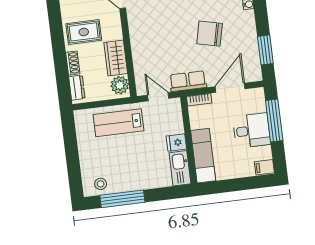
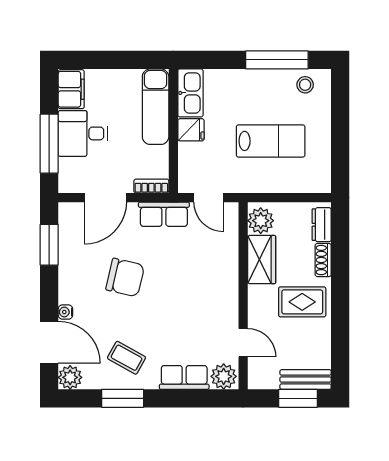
lab bench: (119, 123) -> (271, 141), moved
filing cabinet: (264, 167) -> (71, 89), width x2.00

